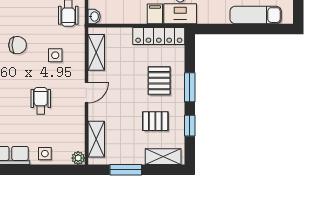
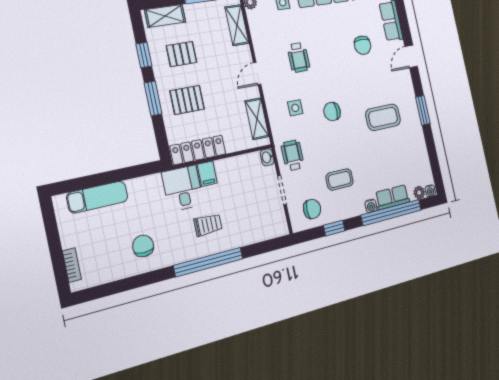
pallet: (159, 81) -> (187, 100), turned 90

